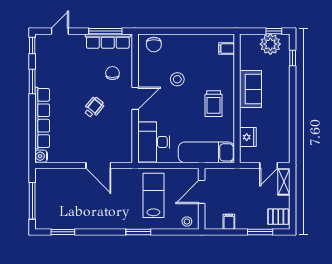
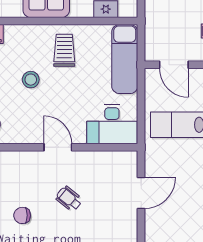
chair: (112, 73) -> (22, 215), moved
stool: (177, 79) -> (31, 80), moved
trolley: (214, 104) -> (64, 50), turned -90

